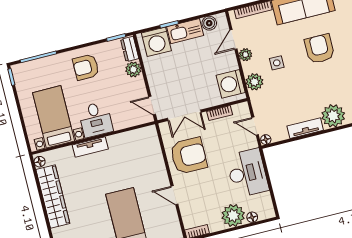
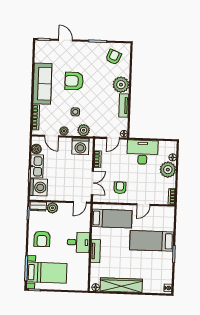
bed with nightstands: (54, 117) -> (47, 273), moved, turned 180
armchair: (189, 156) -> (120, 188), width x0.53, depth x0.53
bed: (142, 157) -> (112, 219), added

